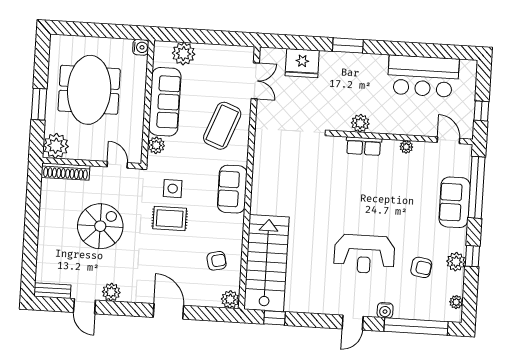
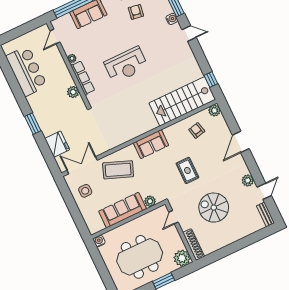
plant: (184, 54) -> (89, 215), removed
double door: (255, 81) -> (82, 165), width x1.37
window: (481, 111) -> (28, 27), removed
row of seats: (364, 146) -> (83, 78), width x1.48
side table: (173, 189) -> (85, 191), moved
reception desk: (364, 254) -> (126, 65), moved, turned 90

